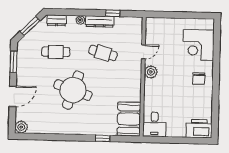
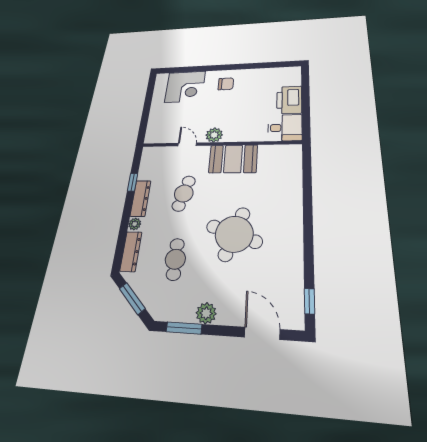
dresser: (57, 20) -> (131, 251), width x1.44
door: (13, 96) -> (262, 333), moved
booth: (129, 119) -> (233, 159), moved
plant: (21, 127) -> (206, 313), moved
printer: (199, 129) -> (289, 100), moved
window: (103, 138) -> (309, 301), moved

